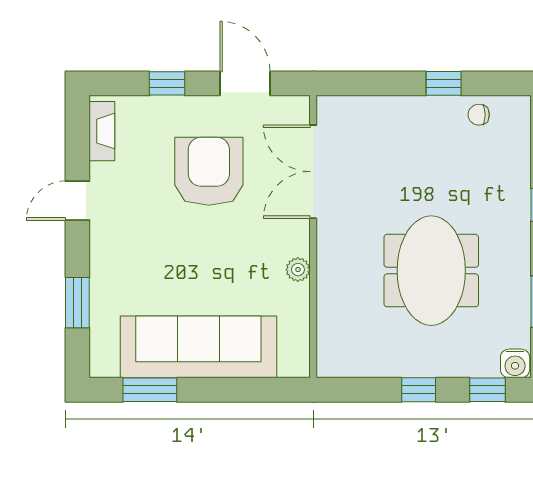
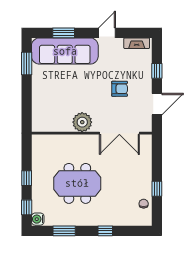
armchair: (209, 171) -> (120, 89), width x0.53, depth x0.53
double door: (313, 172) -> (119, 133), swing flipped
door: (77, 201) -> (107, 33), hinge flipped
plant: (298, 270) -> (82, 122), width x1.87, depth x1.87
sofa: (198, 347) -> (65, 51), moved, turned 90

